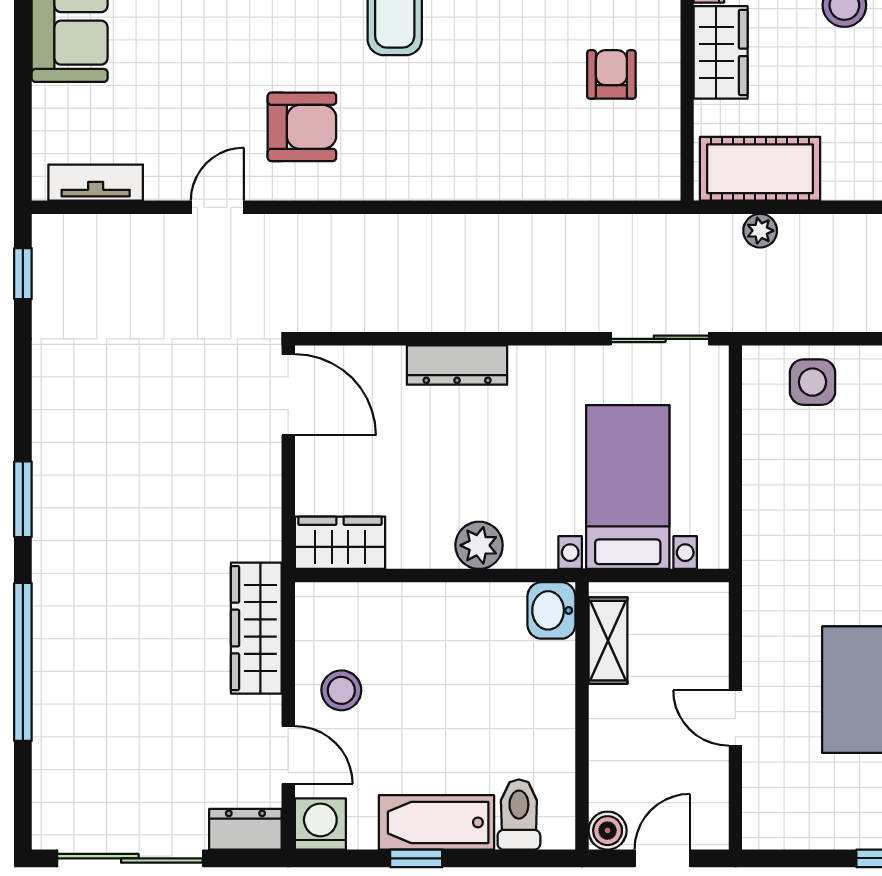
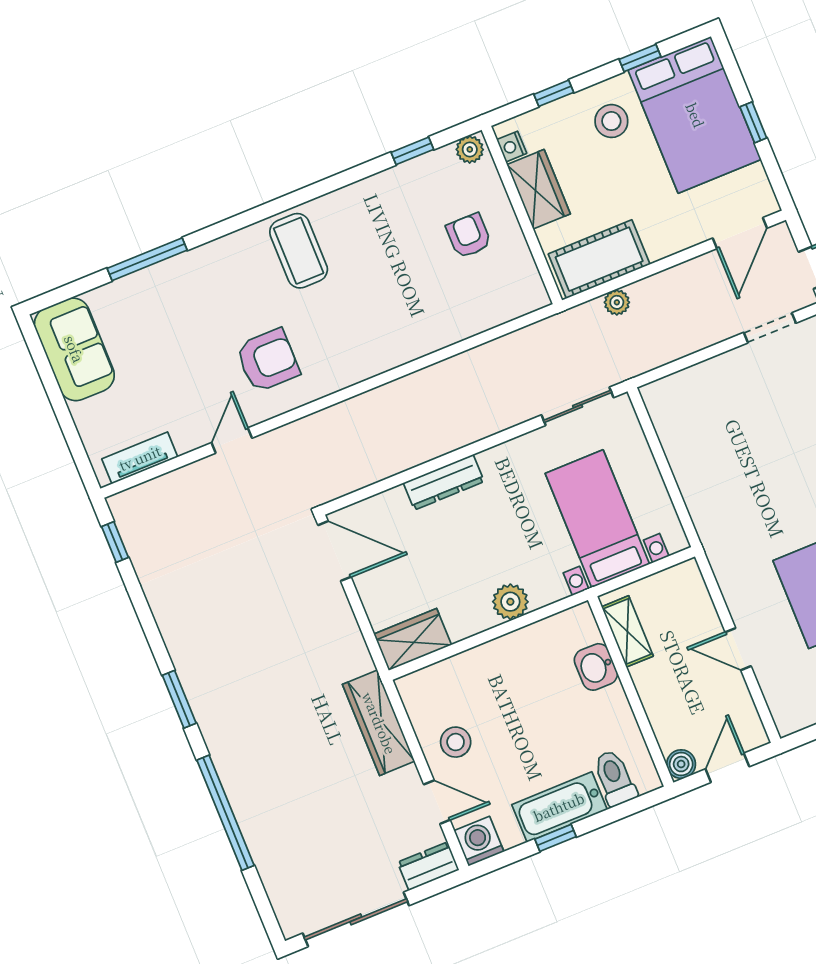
side table: (813, 382) -> (696, 393), removed
washbasin: (551, 610) -> (596, 667), moved

